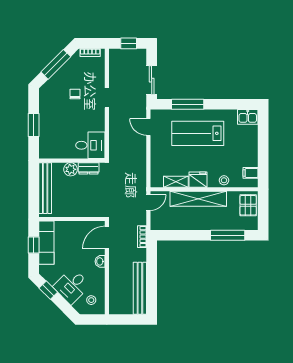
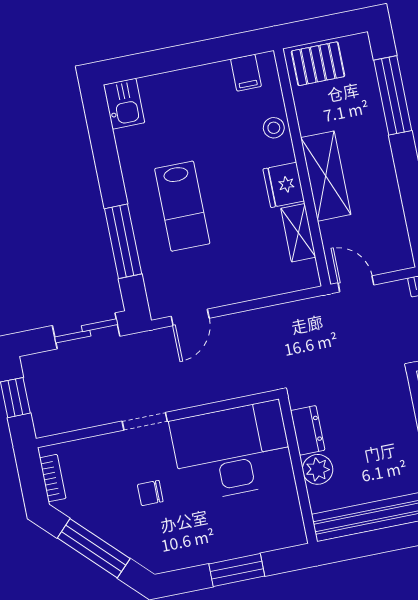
lab bench: (198, 133) -> (182, 206), width x0.73, depth x0.72
desk: (90, 145) -> (232, 451), width x1.87, depth x1.30
shelving: (198, 199) -> (326, 176), width x0.68

